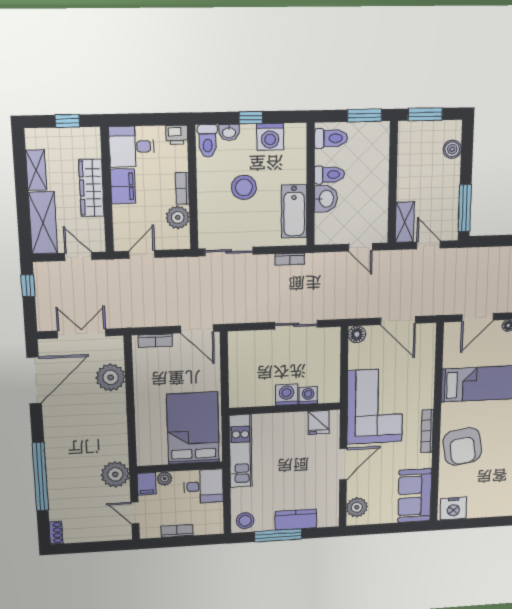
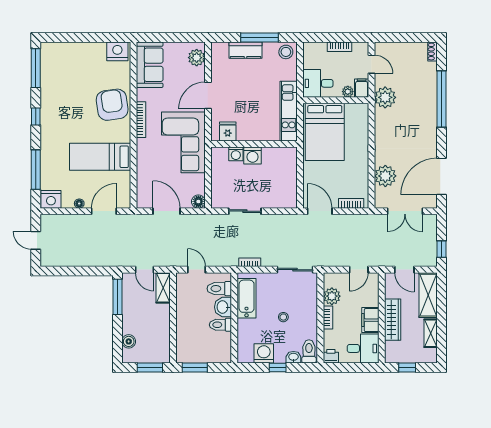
toilet: (331, 138) -> (219, 289), moved
stool: (244, 187) -> (283, 317), width x0.53, depth x0.53

